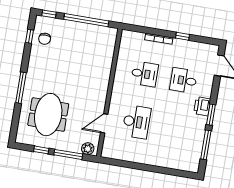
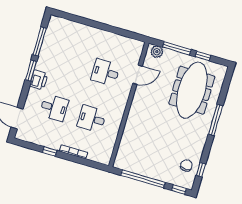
meeting table: (48, 115) -> (192, 90), width x1.36
desk: (136, 122) -> (105, 72), width x0.73

